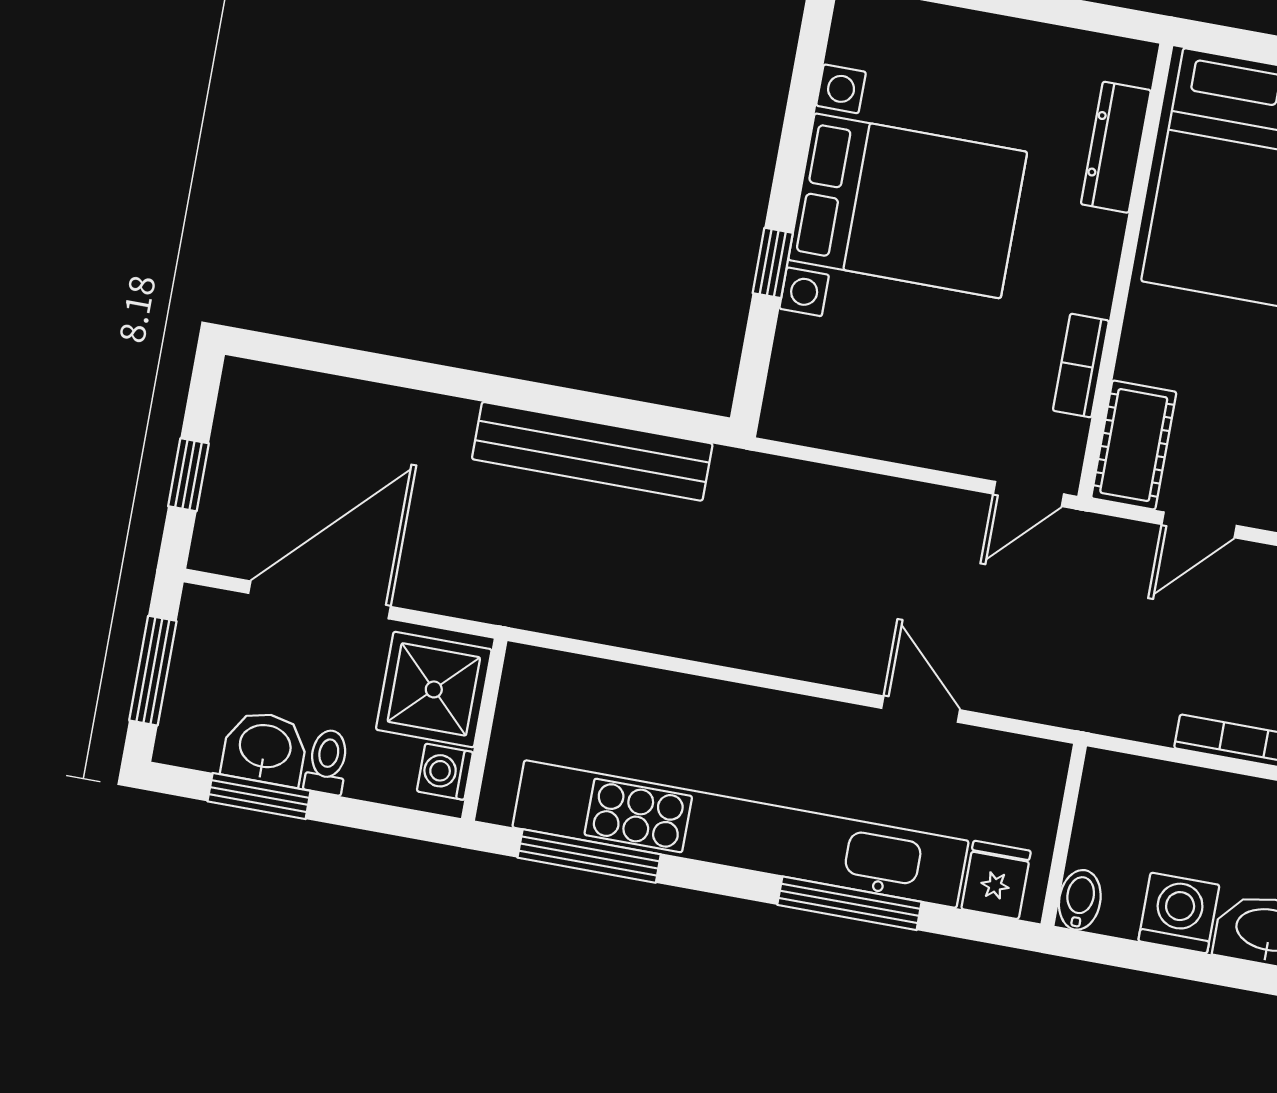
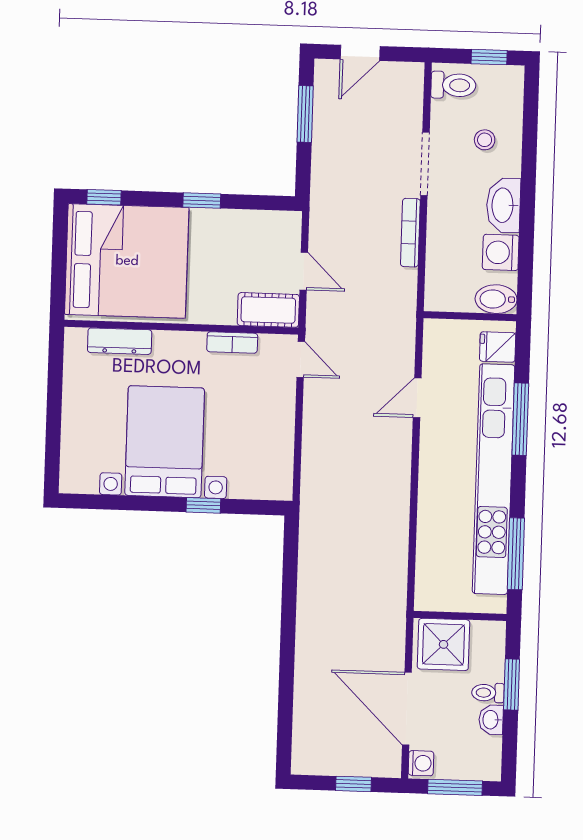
bench: (592, 451) -> (312, 582), removed
washbasin: (265, 748) -> (491, 720), width x0.72, depth x0.69
washing machine: (445, 772) -> (421, 763), moved, turned -90
window: (259, 796) -> (512, 684), moved
bidet: (1080, 900) -> (496, 299), width x1.38, depth x1.36

